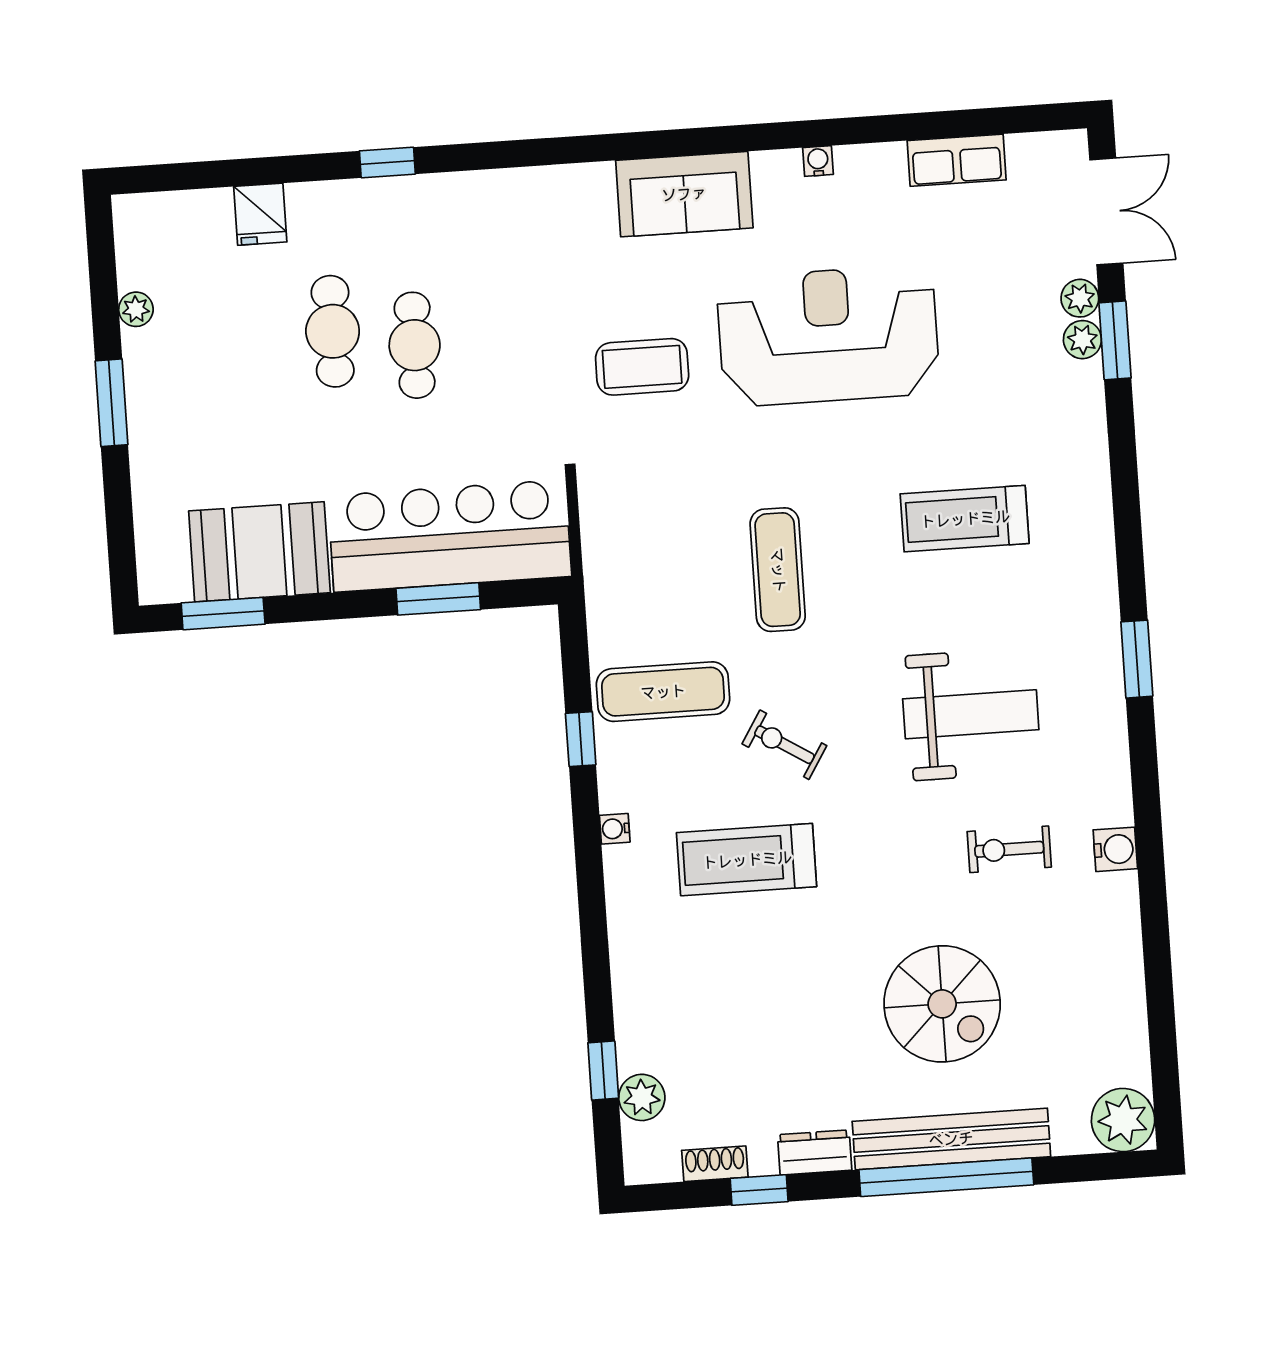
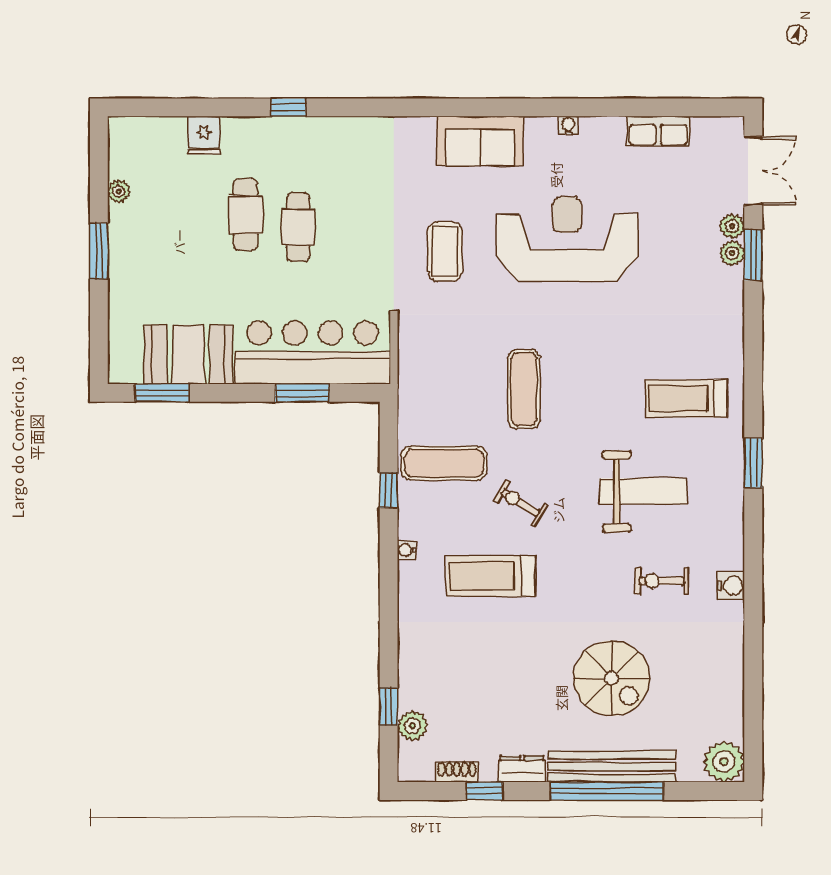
coffee table: (642, 367) -> (445, 251), turned 90
treadmill: (965, 519) -> (686, 398), moved

